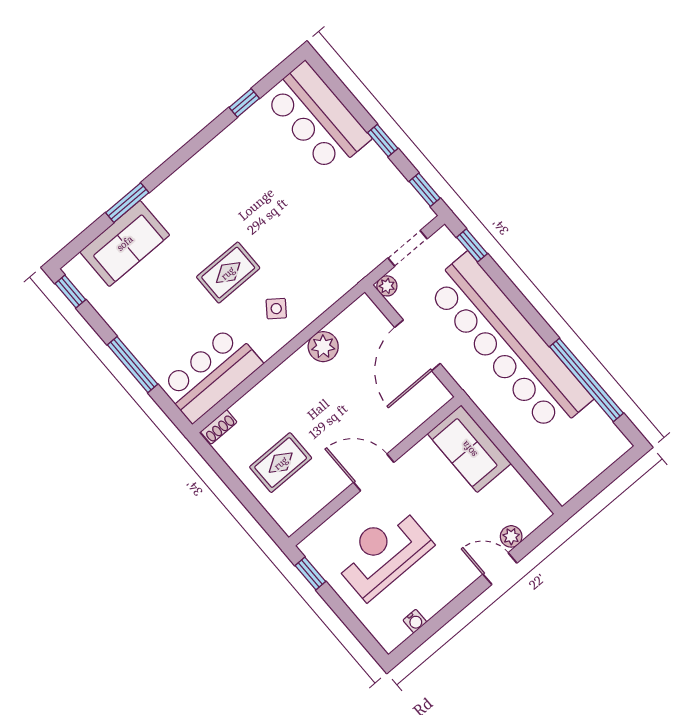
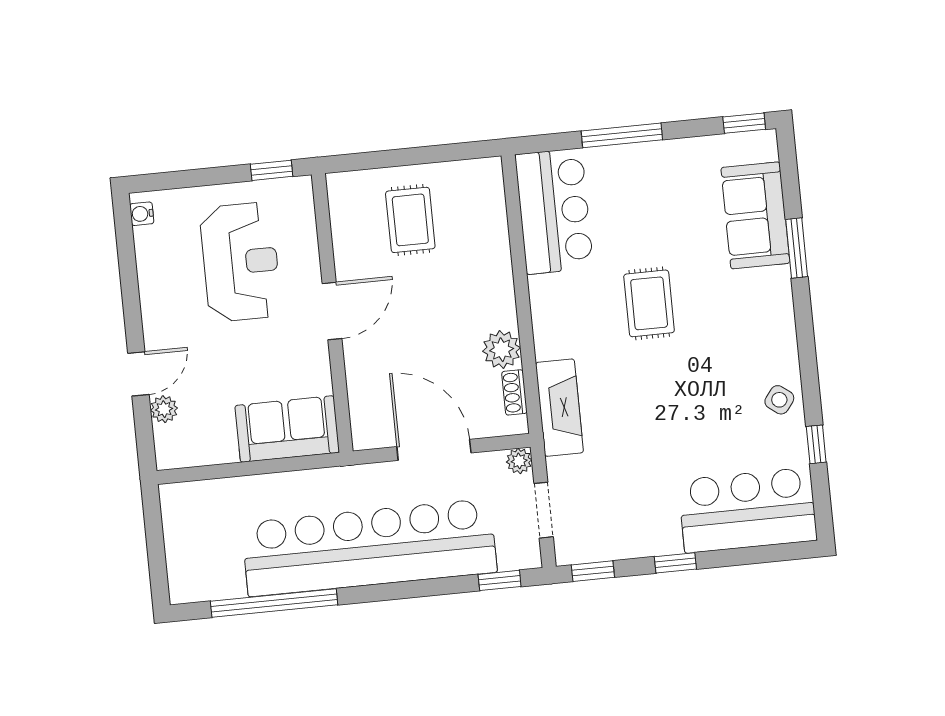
fireplace: (335, 284) -> (559, 408), added
side table: (276, 309) -> (779, 400), moved
shoe rack: (219, 427) -> (514, 392), moved
water cooler: (415, 621) -> (142, 214), moved

